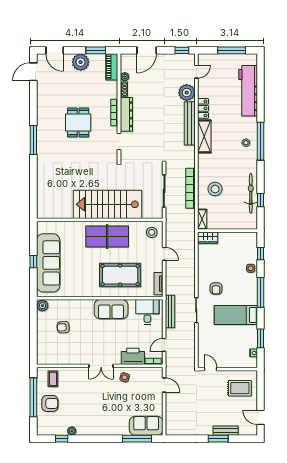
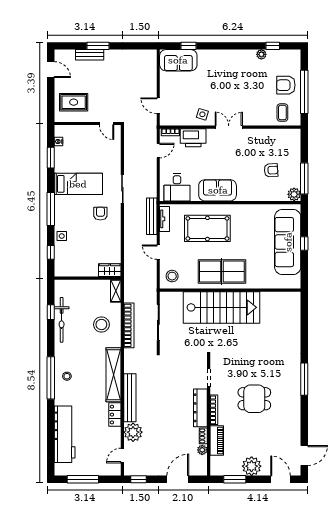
piano: (112, 67) -> (217, 440), moved
dining table: (78, 123) -> (254, 399), turned 90
shelving: (204, 136) -> (114, 375), width x1.47
bench: (170, 312) -> (152, 216), moved
window: (33, 320) -> (304, 178), added
window: (137, 439) -> (189, 46), width x0.46

